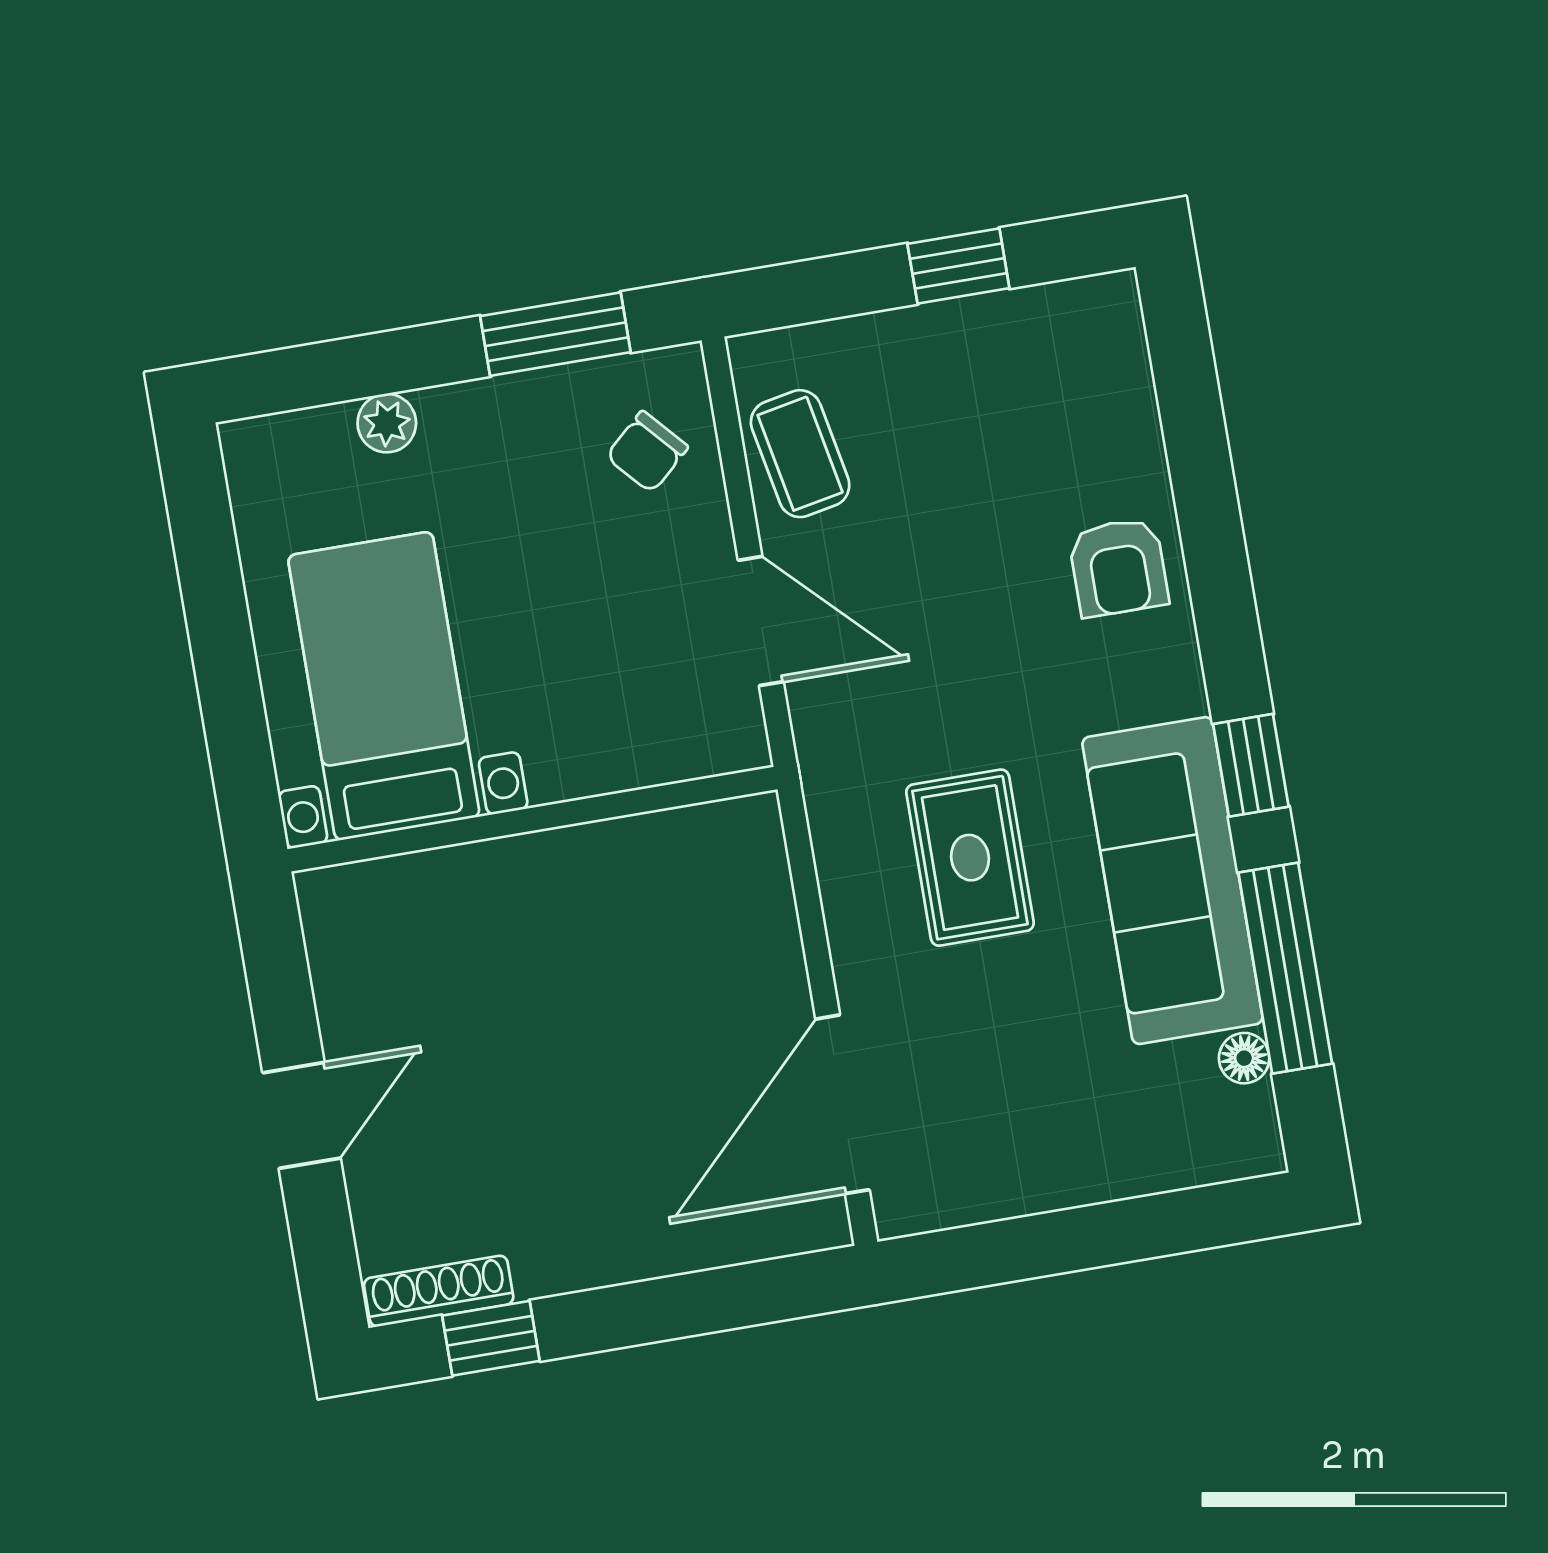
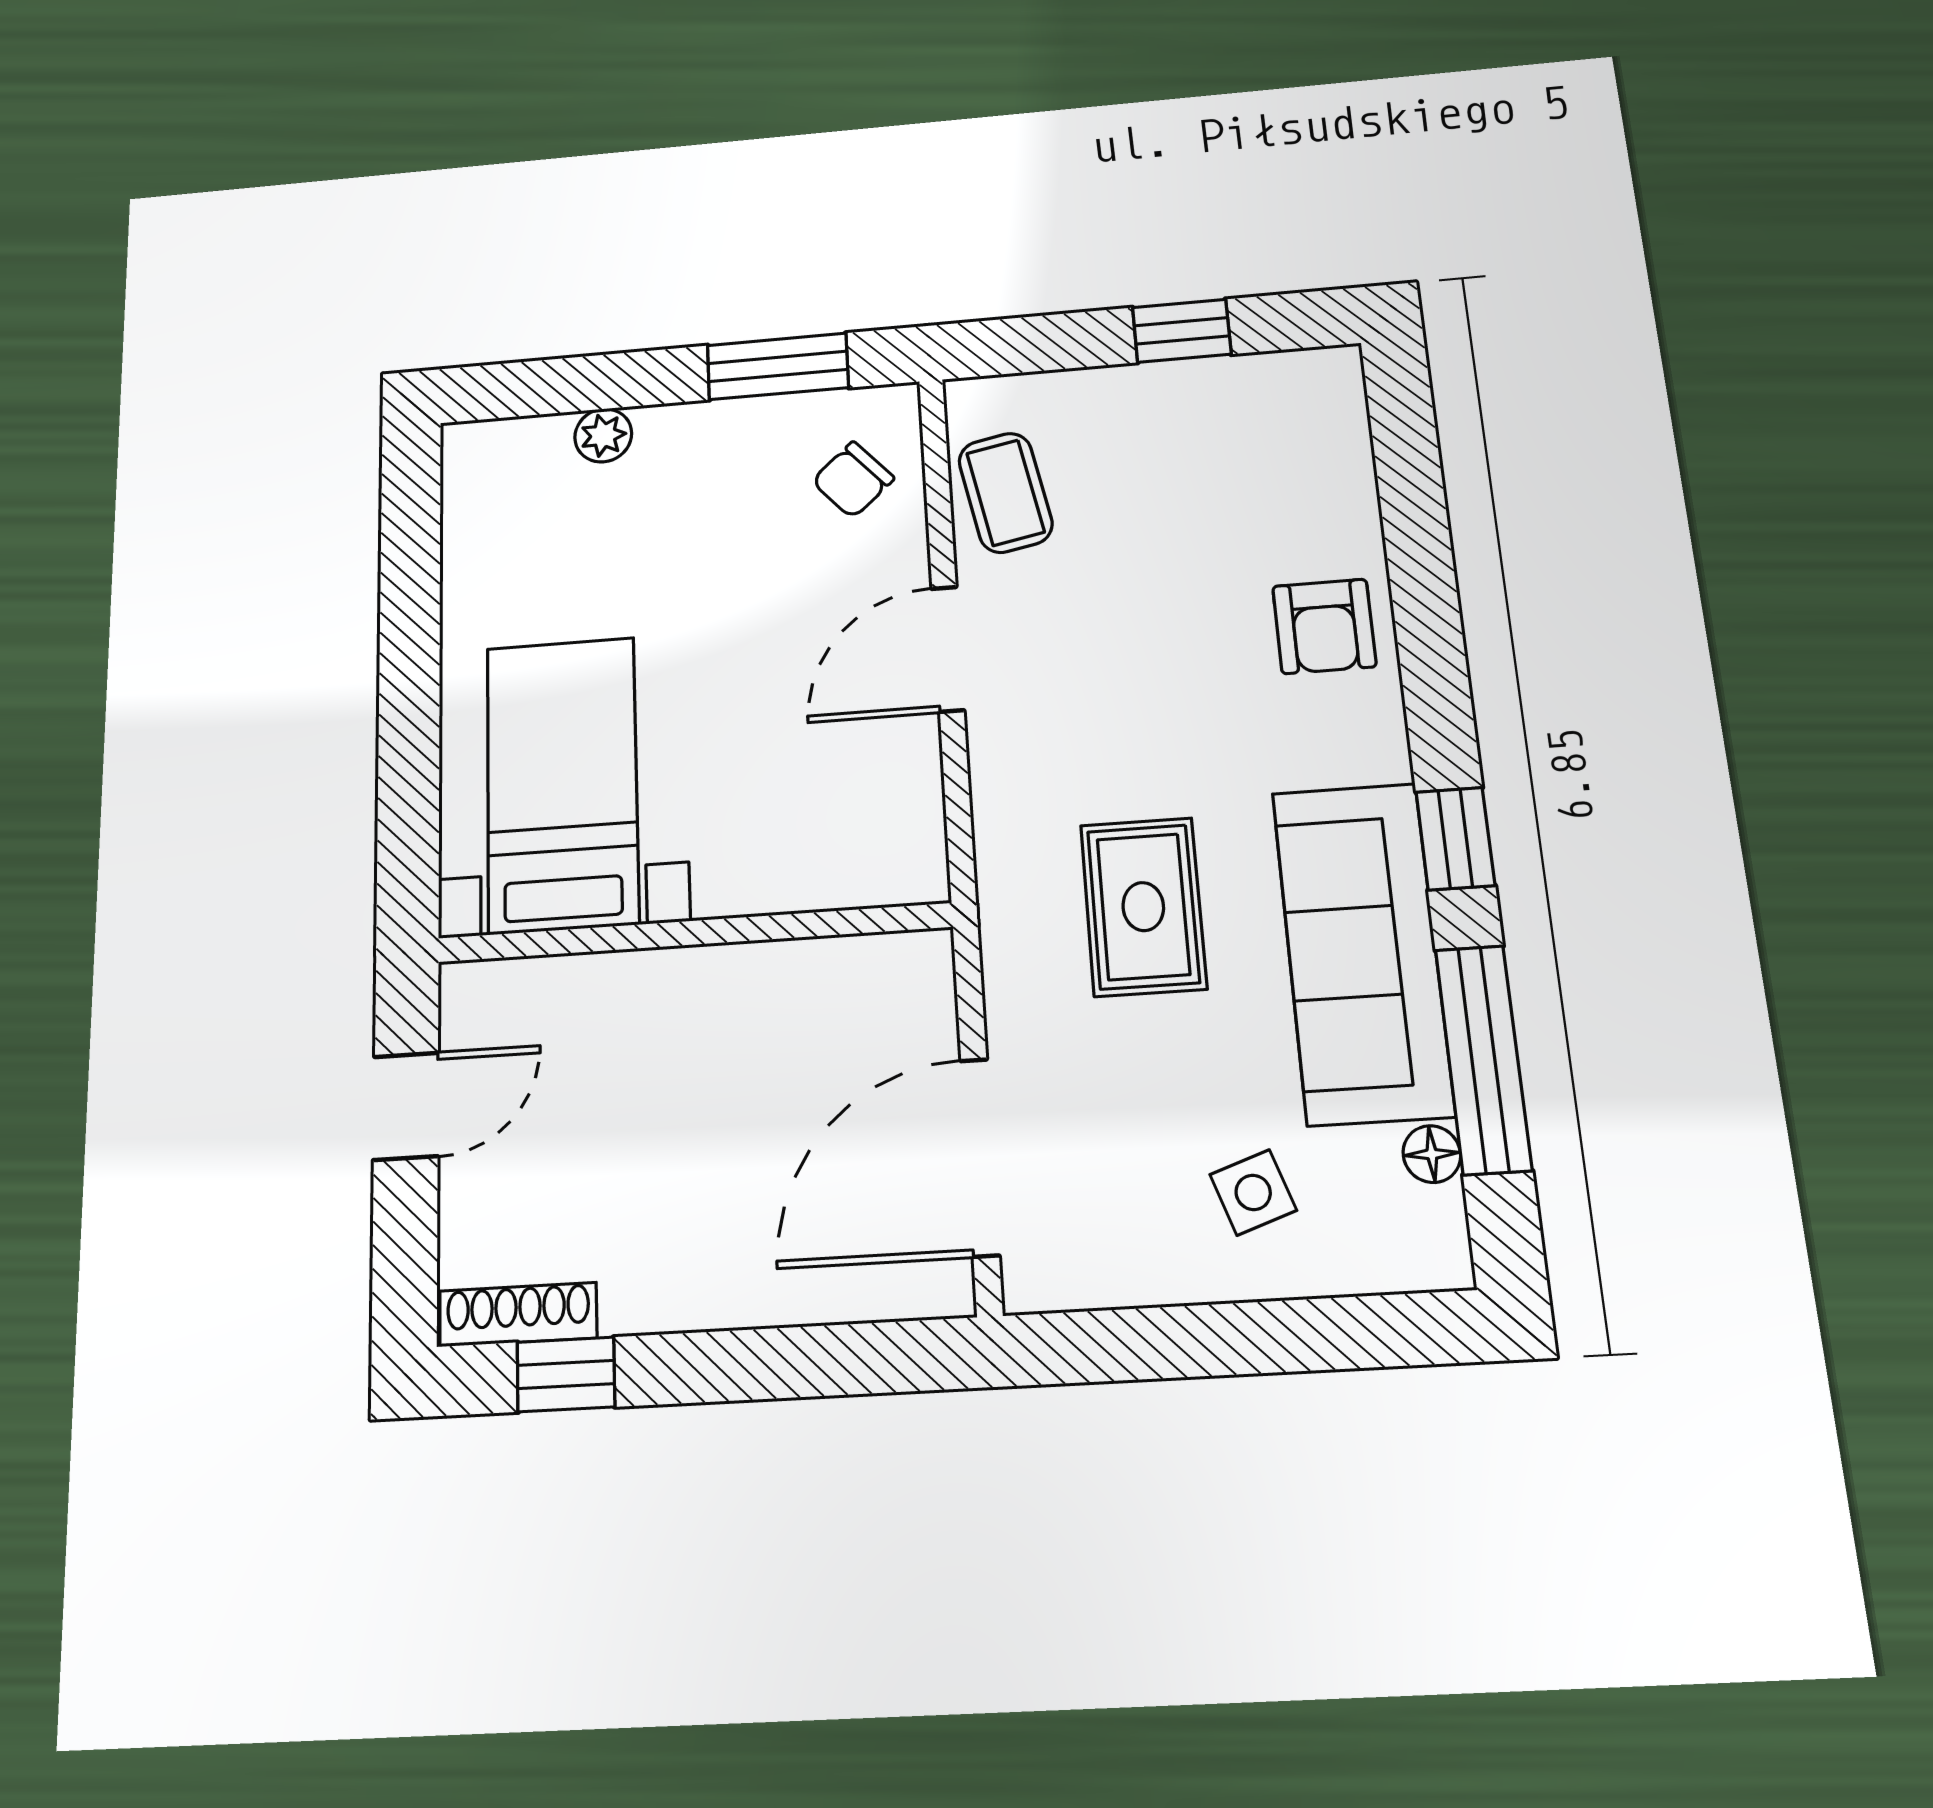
door: (761, 621) -> (948, 649), swing flipped
bed with nightstands: (384, 686) -> (562, 784), moved
wall: (532, 819) -> (693, 933), moved
side table: (1089, 1109) -> (1253, 1192), added

